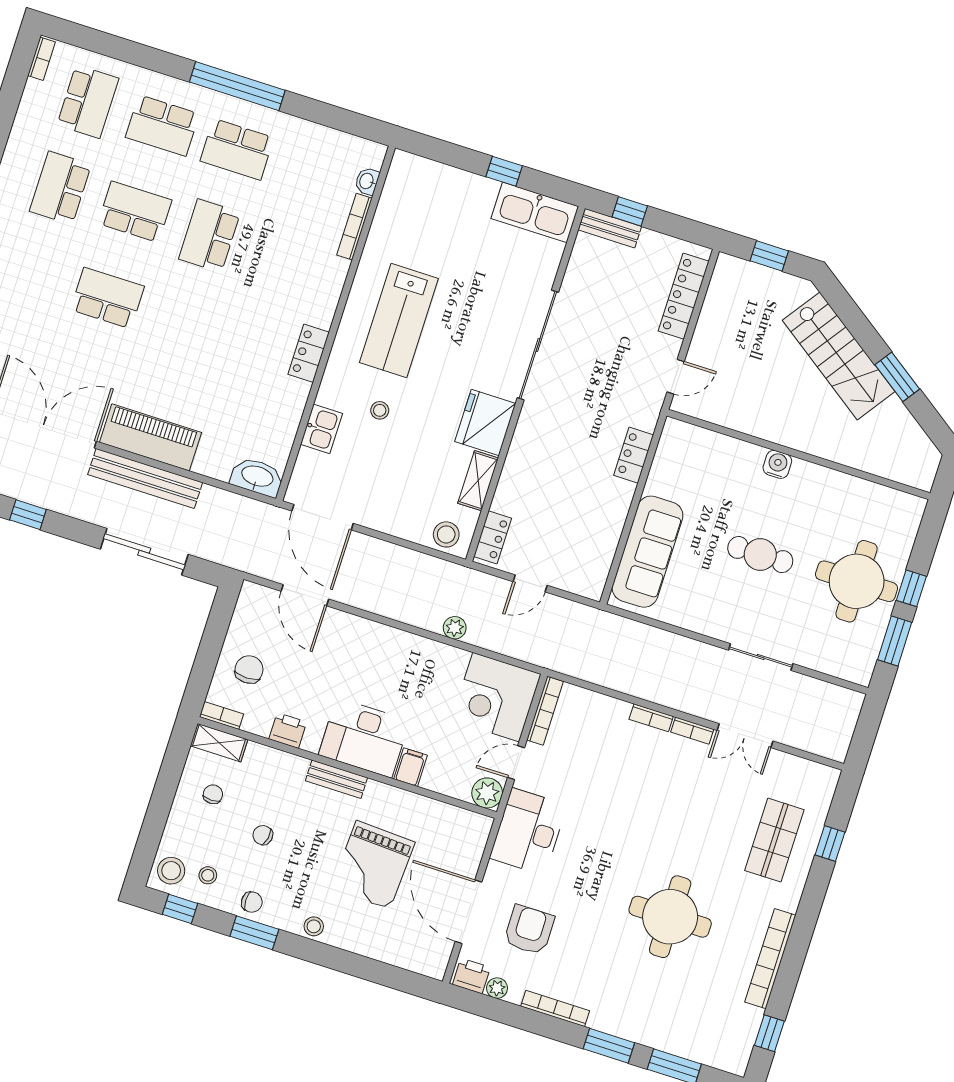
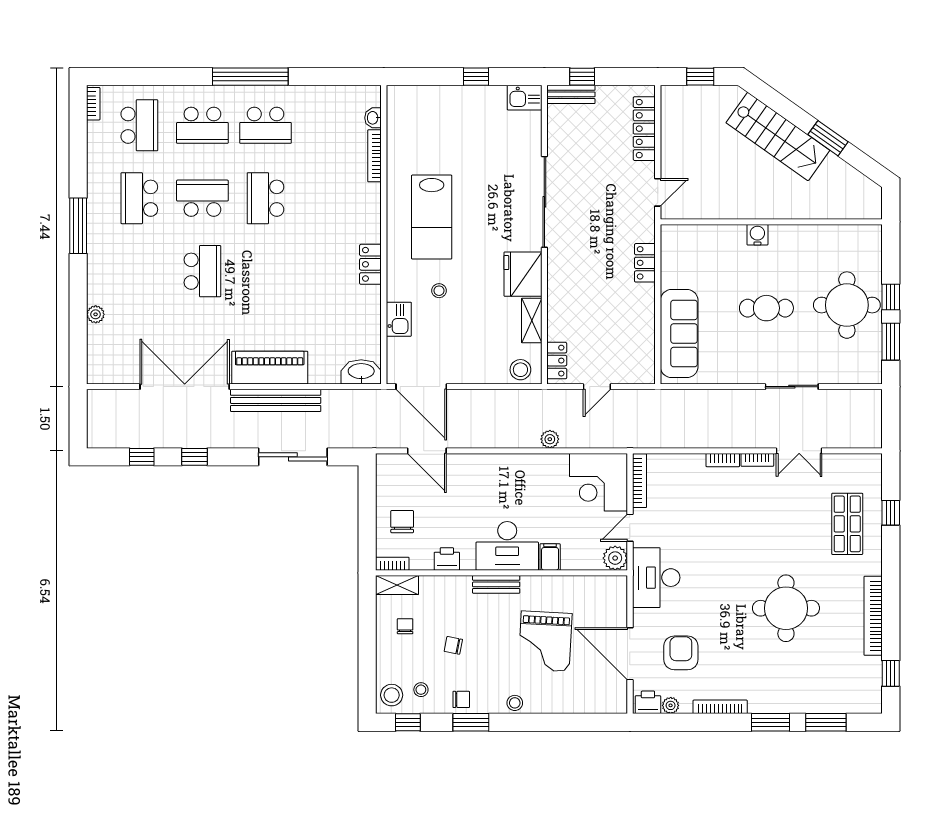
kitchen sink: (535, 212) -> (525, 98), width x0.53, depth x0.81
school desk: (107, 298) -> (202, 271), turned 90

